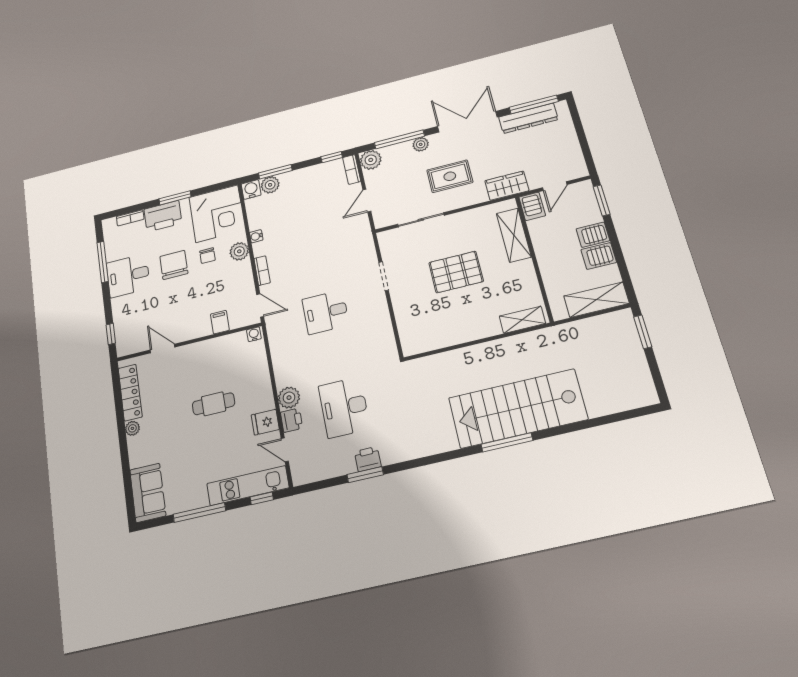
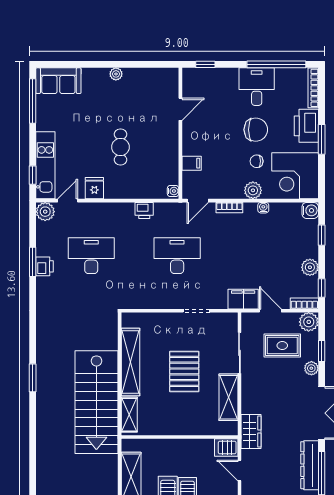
window: (399, 139) -> (322, 351), width x0.46
window: (275, 172) -> (322, 235), width x0.67
rug: (450, 176) -> (282, 345), moved, turned 90
plant: (270, 185) -> (310, 267), moved
bookcase: (130, 218) -> (313, 88), width x1.56
filing cabinet: (360, 231) -> (243, 299), added
shelving: (514, 235) -> (228, 397), moved, turned 90
window: (103, 262) -> (276, 64), width x1.46
desk: (326, 312) -> (177, 256), width x1.37
shelving: (459, 333) -> (130, 362), added
locker: (130, 393) -> (148, 76), removed
plant: (289, 398) -> (45, 212), moved
stairs: (518, 409) -> (96, 402), moved, turned 180
printer: (292, 420) -> (144, 210), moved
window: (507, 442) -> (33, 378), width x0.69
window: (199, 513) -> (33, 101), moved

